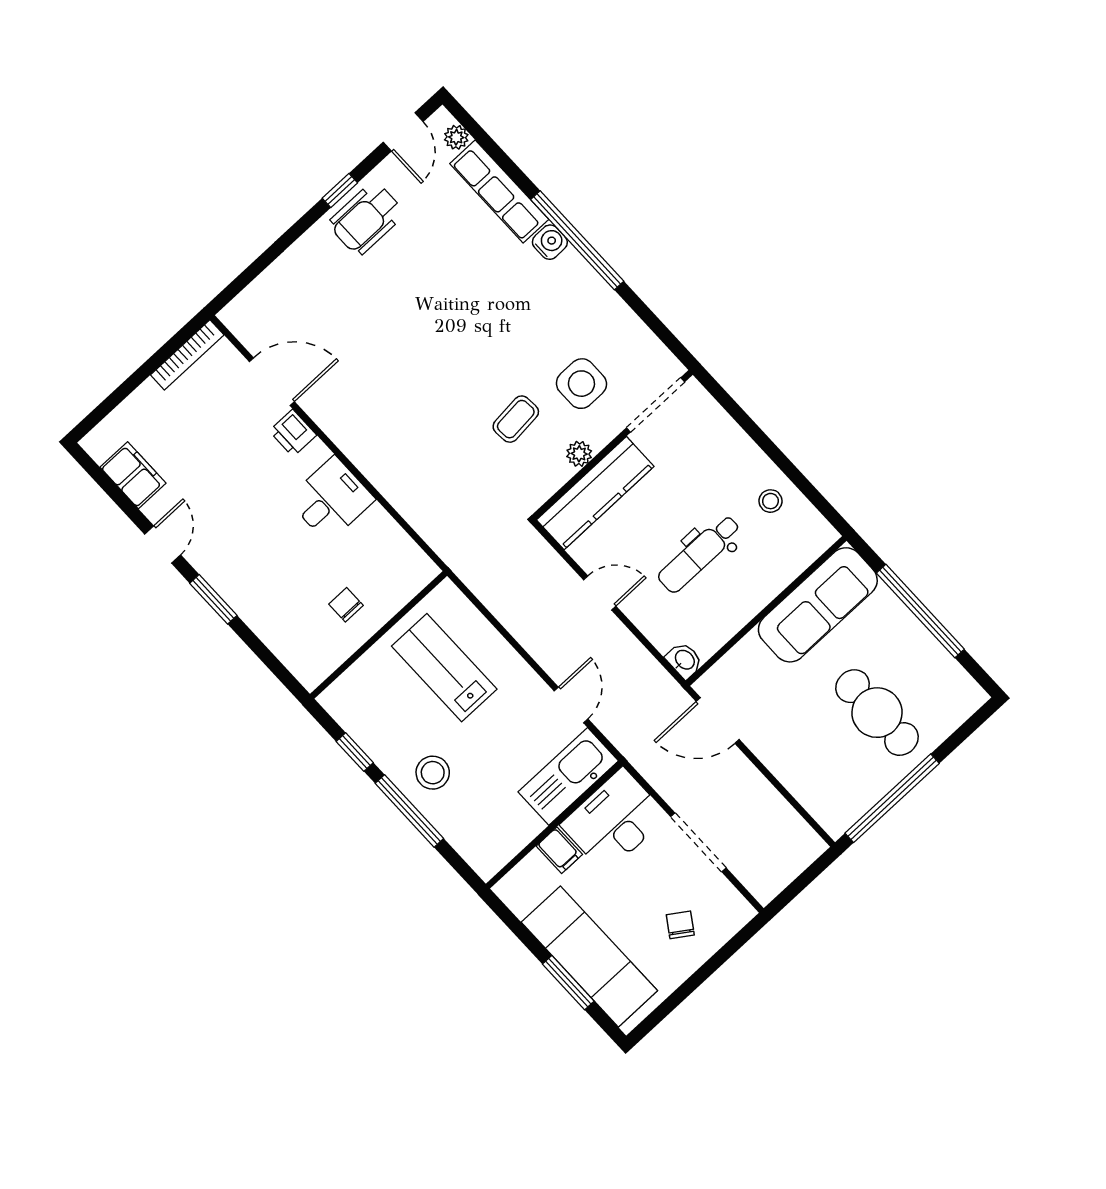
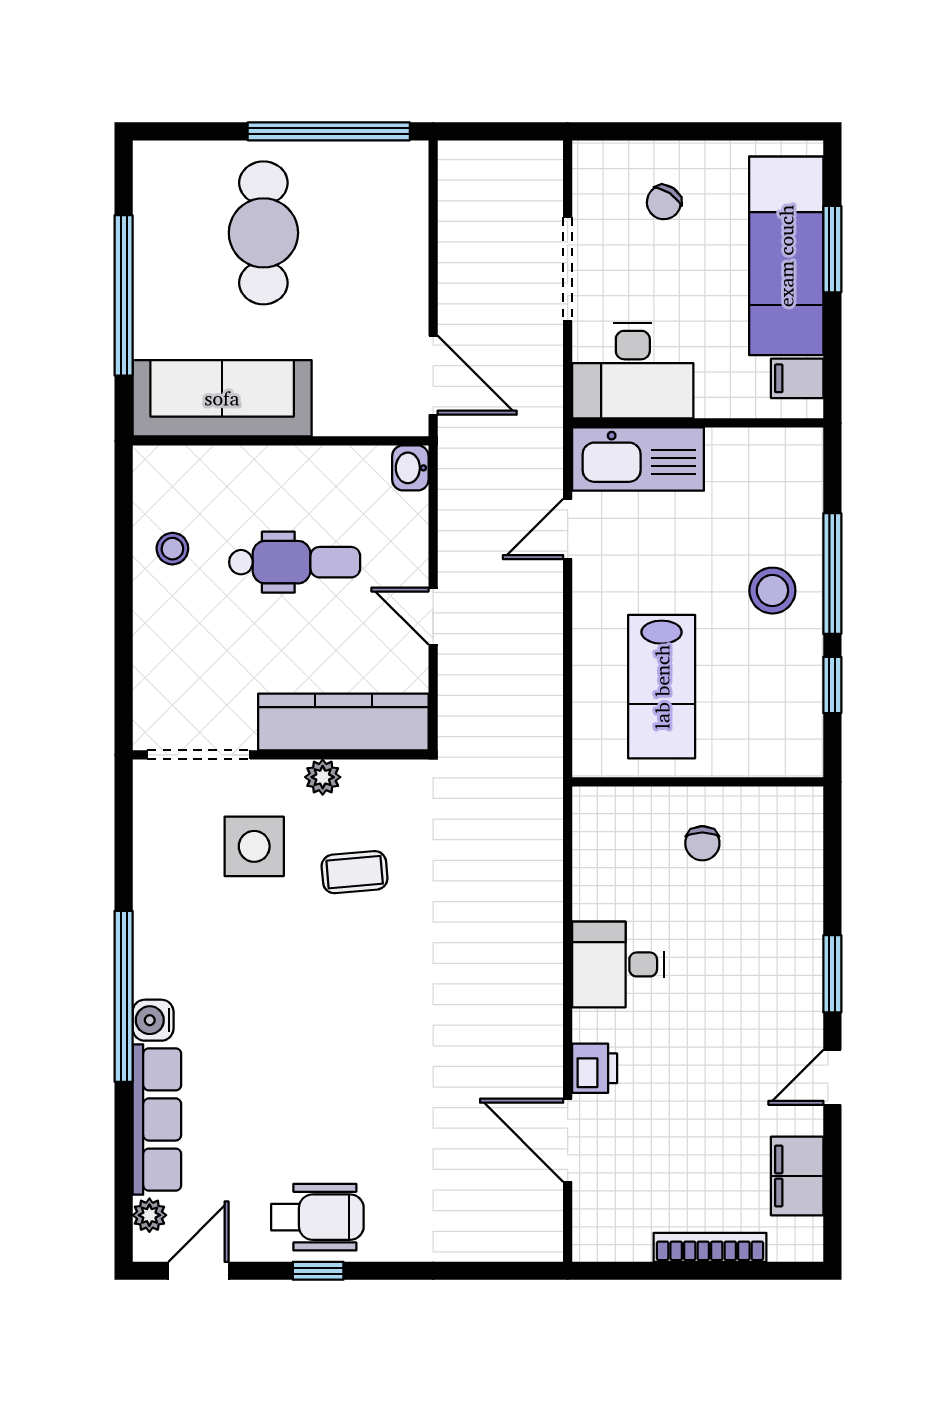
bookcase: (187, 355) -> (710, 1247), moved
filing cabinet: (559, 850) -> (797, 378), moved, turned -90

